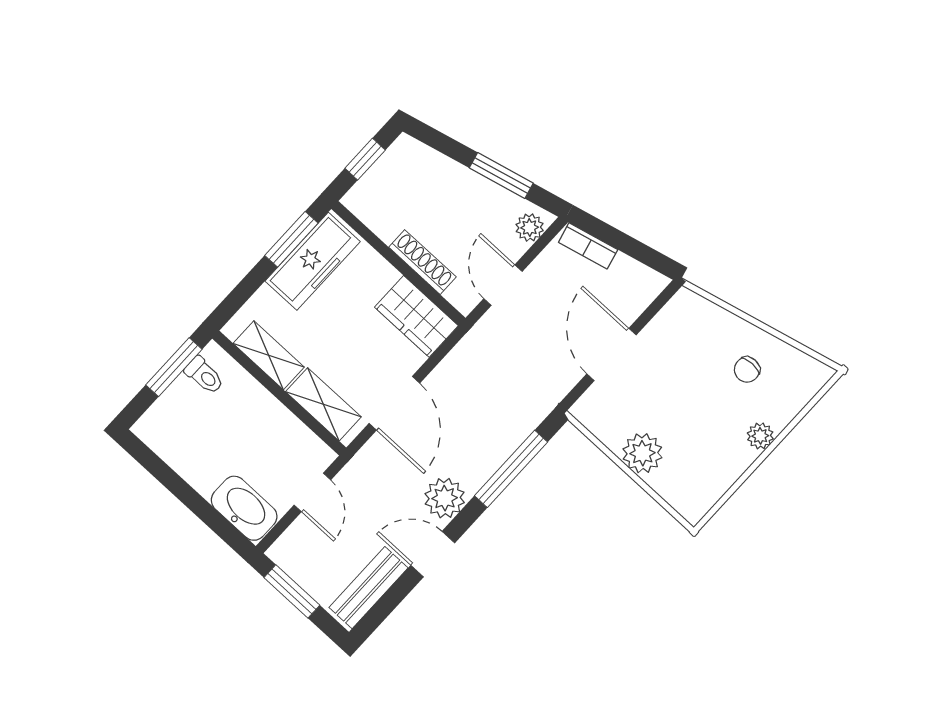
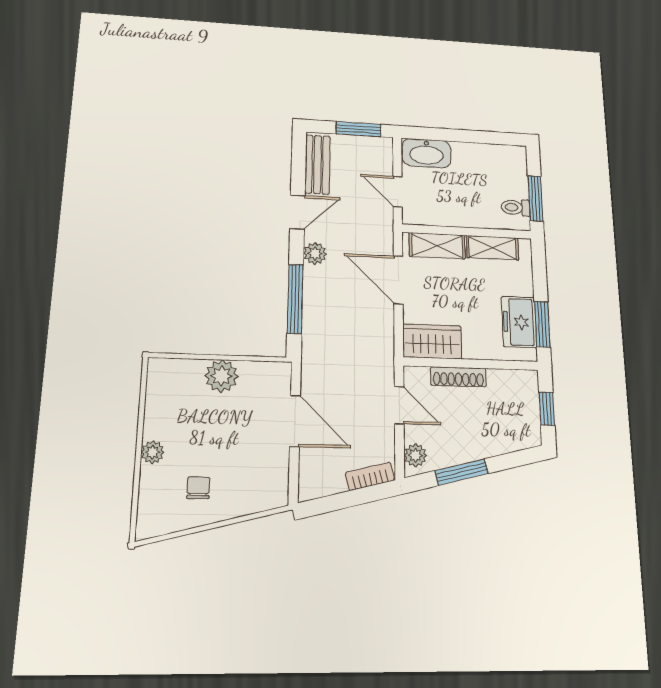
freezer: (313, 261) -> (519, 322), width x0.71
plant: (445, 498) -> (315, 253), width x0.73, depth x0.73

